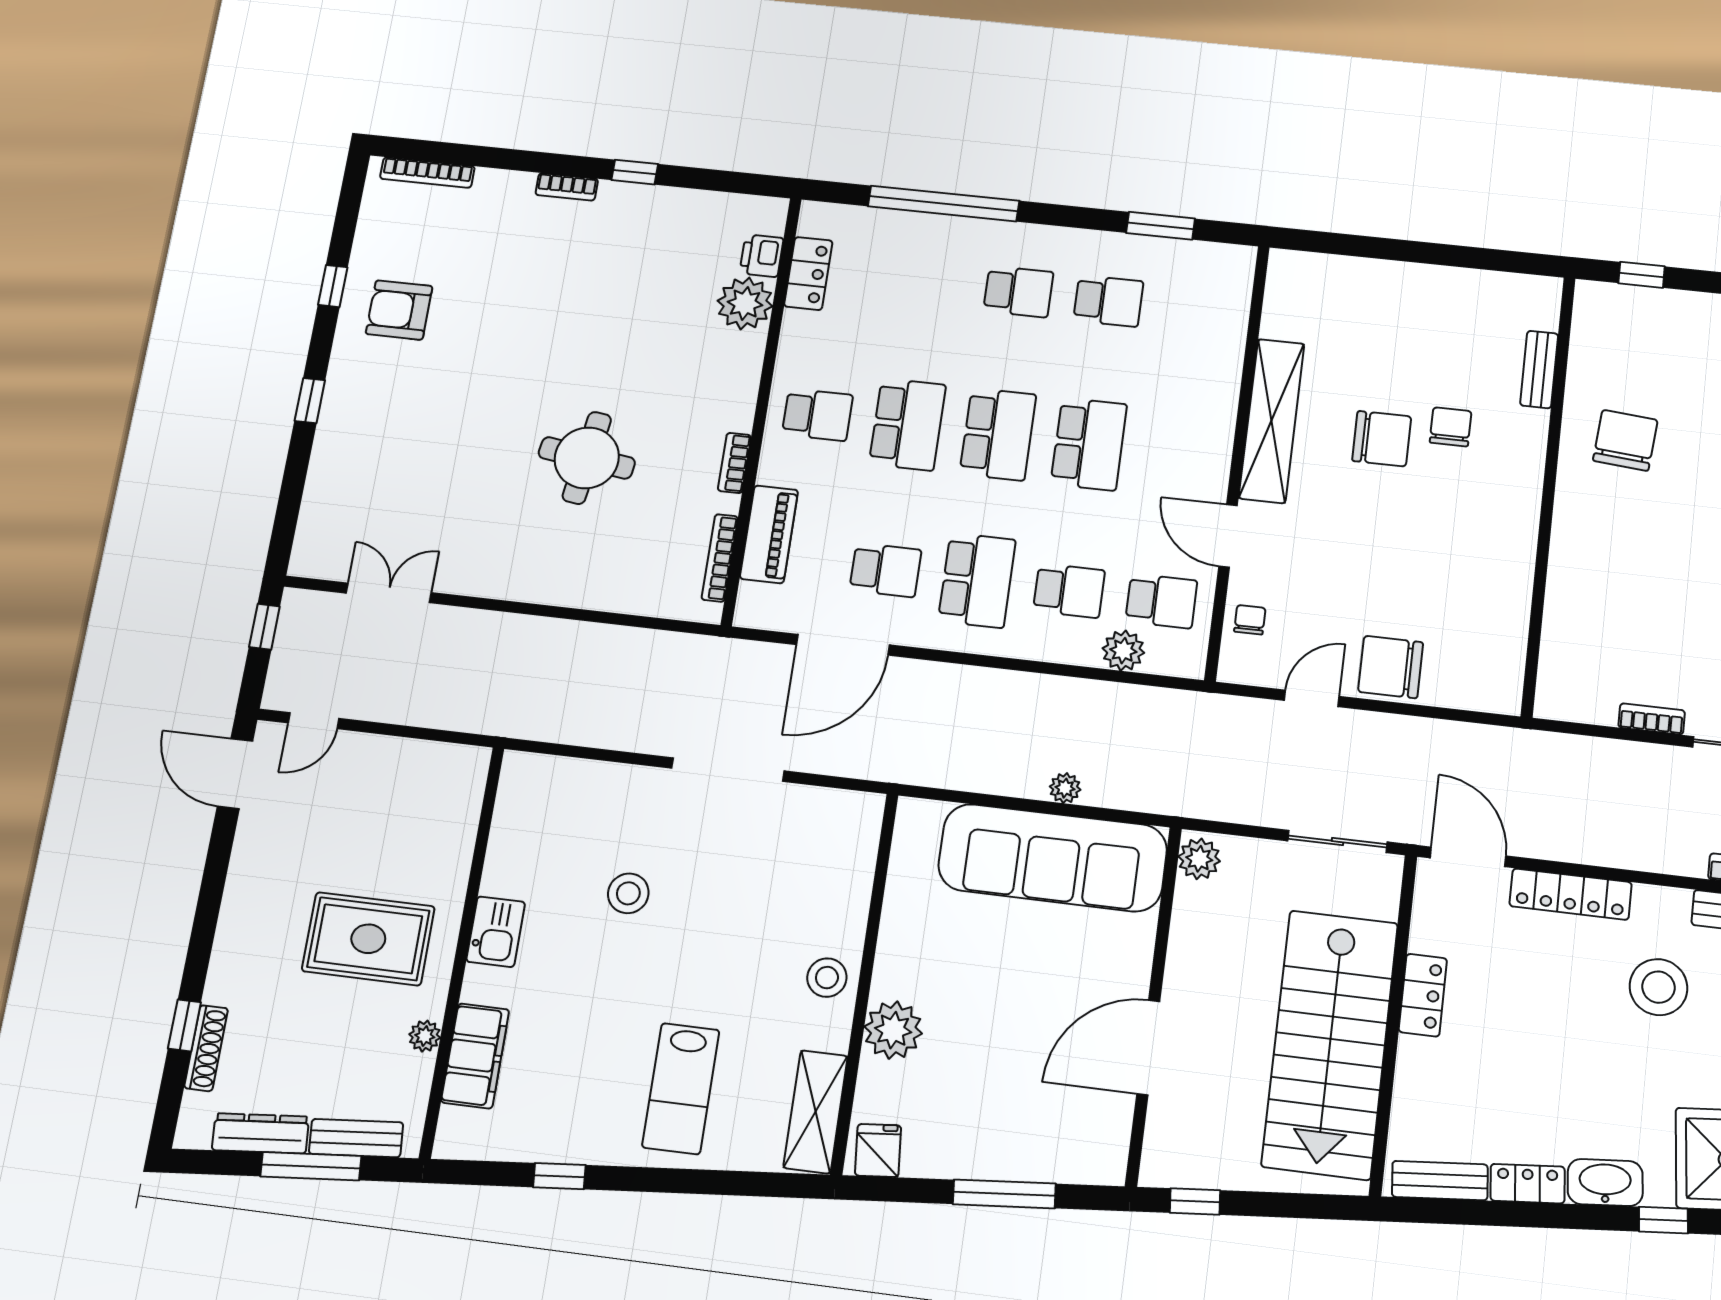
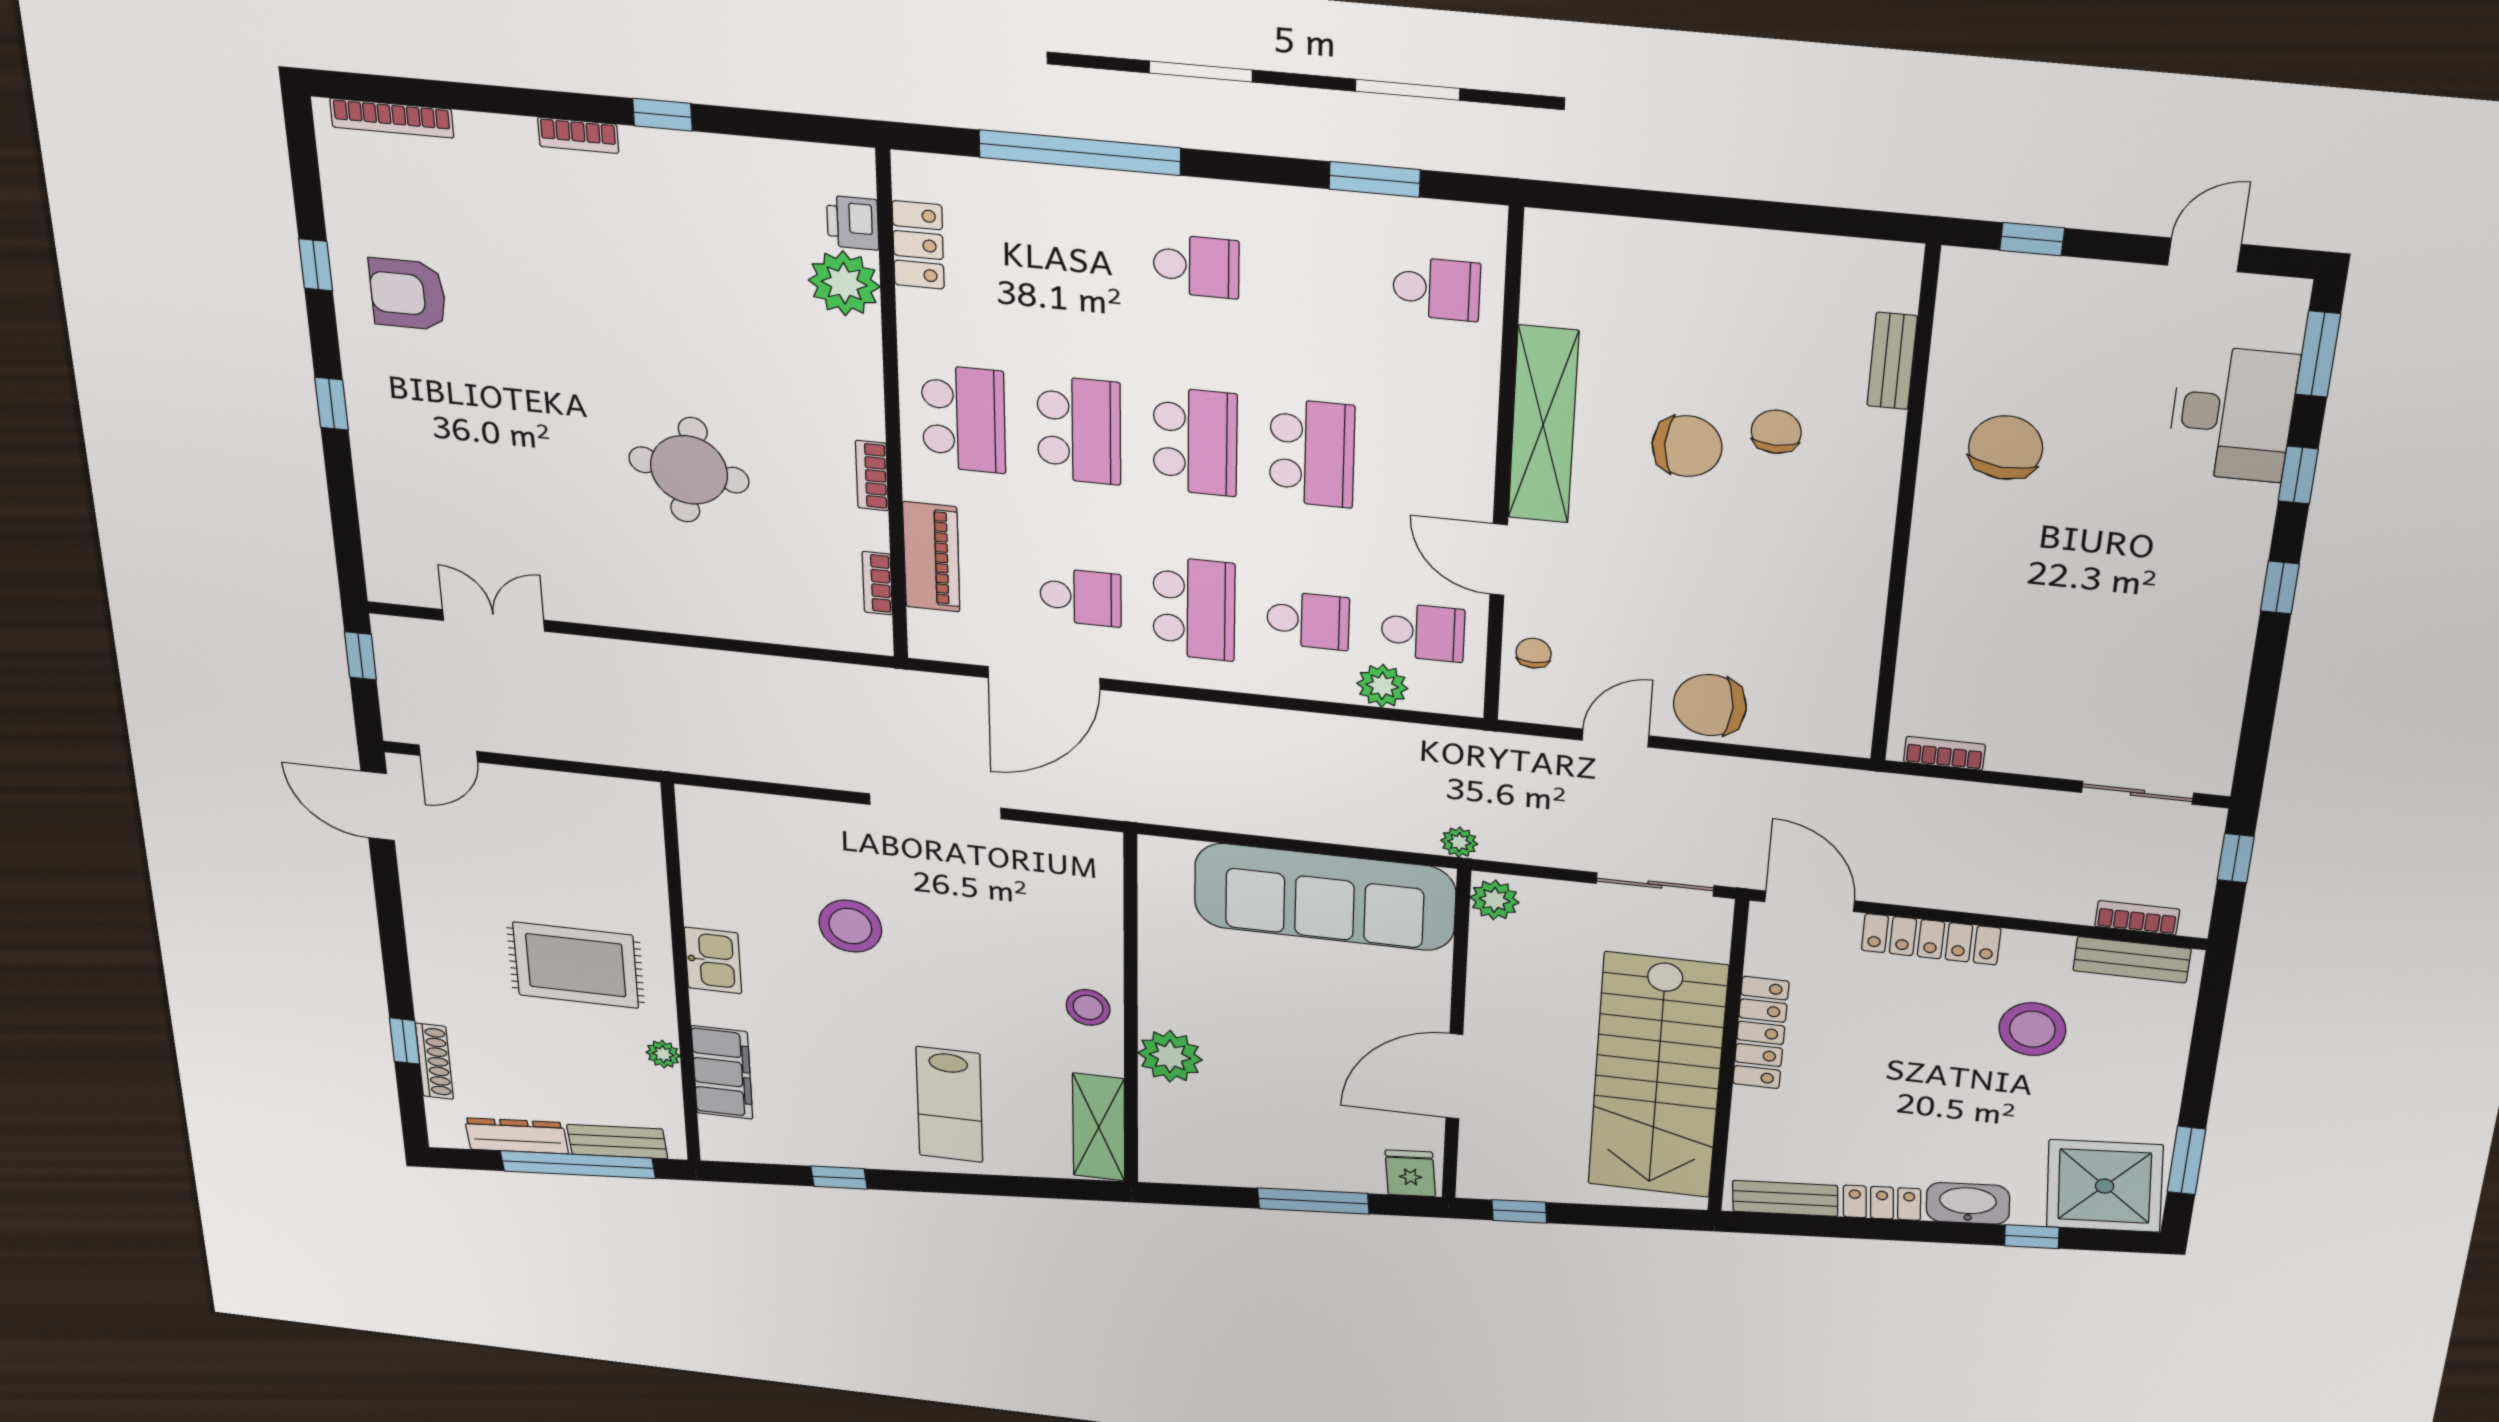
school desk: (1108, 301) -> (1436, 289), moved
school desk: (817, 415) -> (964, 419), width x1.85
bookcase: (720, 558) -> (877, 583), width x0.64
bookcase: (1652, 719) -> (1944, 753), moved
plant: (1065, 788) -> (1459, 842), moved
stool: (628, 893) -> (850, 926), width x1.38, depth x1.38
locker: (1423, 995) -> (1761, 1033), width x1.53
fridge: (878, 1150) -> (1410, 1173), moved
window: (311, 1166) -> (578, 1165), width x1.46

